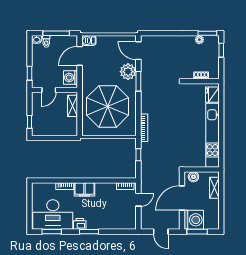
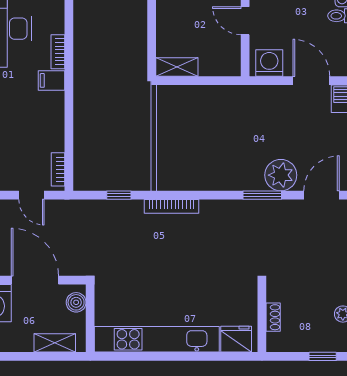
shelving: (73, 106) -> (177, 67), moved
parasol: (108, 106) -> (213, 135), removed
filing cabinet: (85, 189) -> (52, 80), width x0.50

